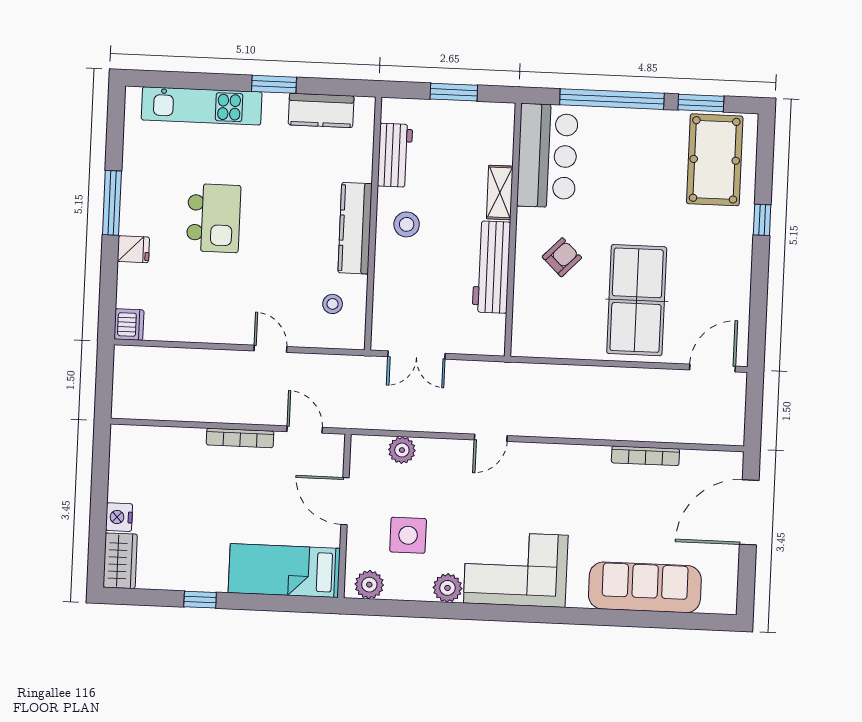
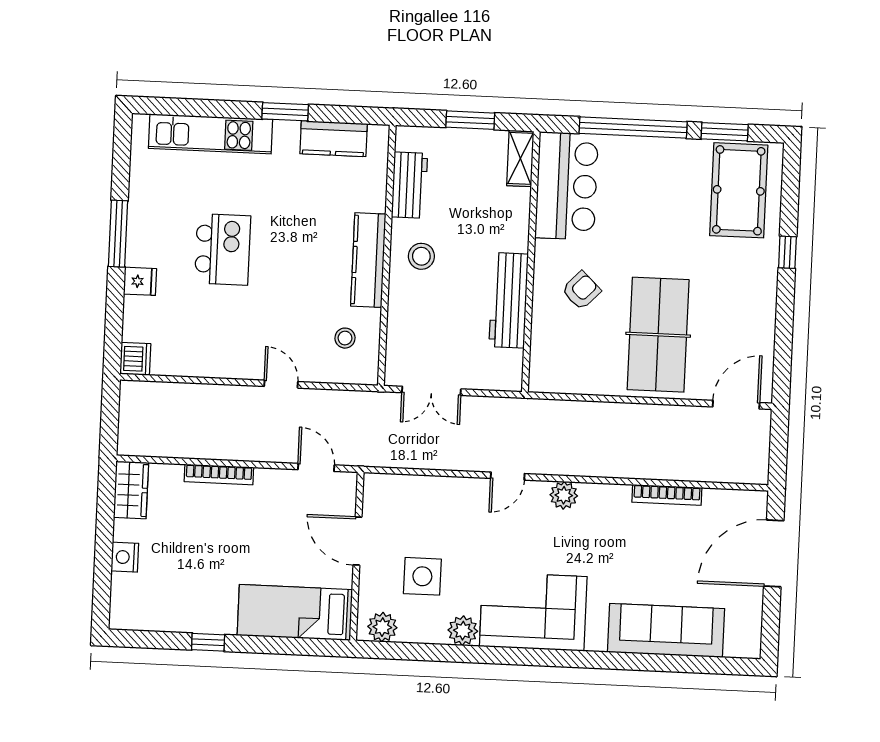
shelving: (500, 192) -> (520, 158), moved
bookcase: (240, 438) -> (219, 474), moved
plant: (402, 450) -> (564, 495), moved
wardrobe: (120, 561) -> (131, 490), moved

